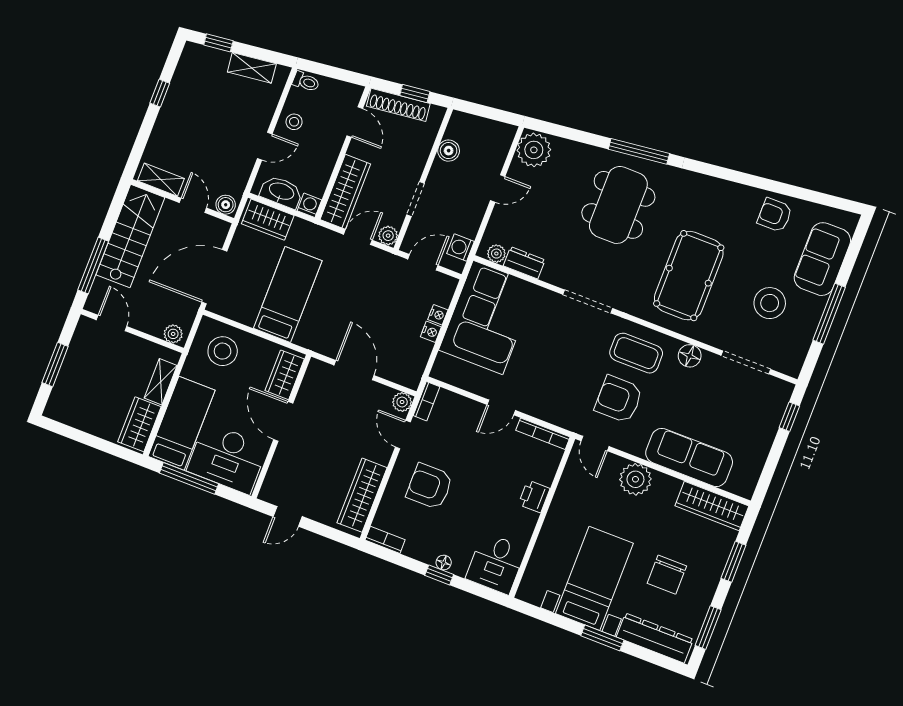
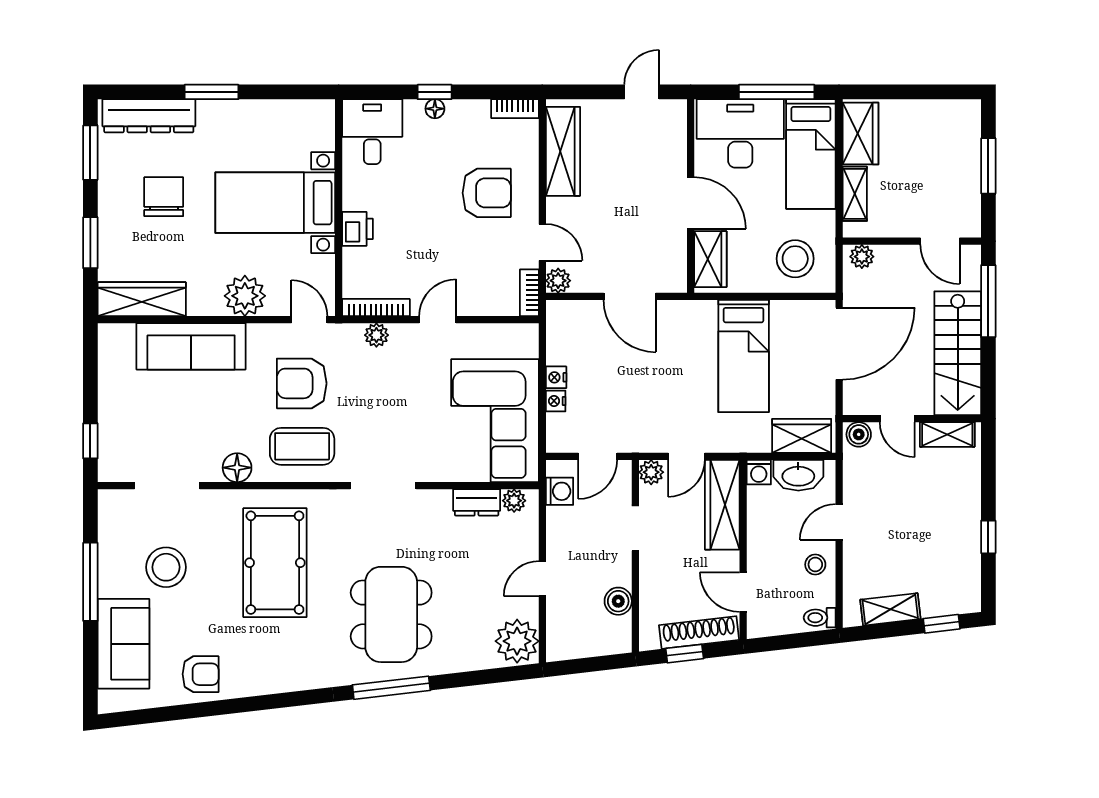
armchair: (619, 399) -> (302, 383), turned 180
plant: (550, 413) -> (376, 335), added
bed with nightstands: (594, 578) -> (275, 203), moved, turned 90

